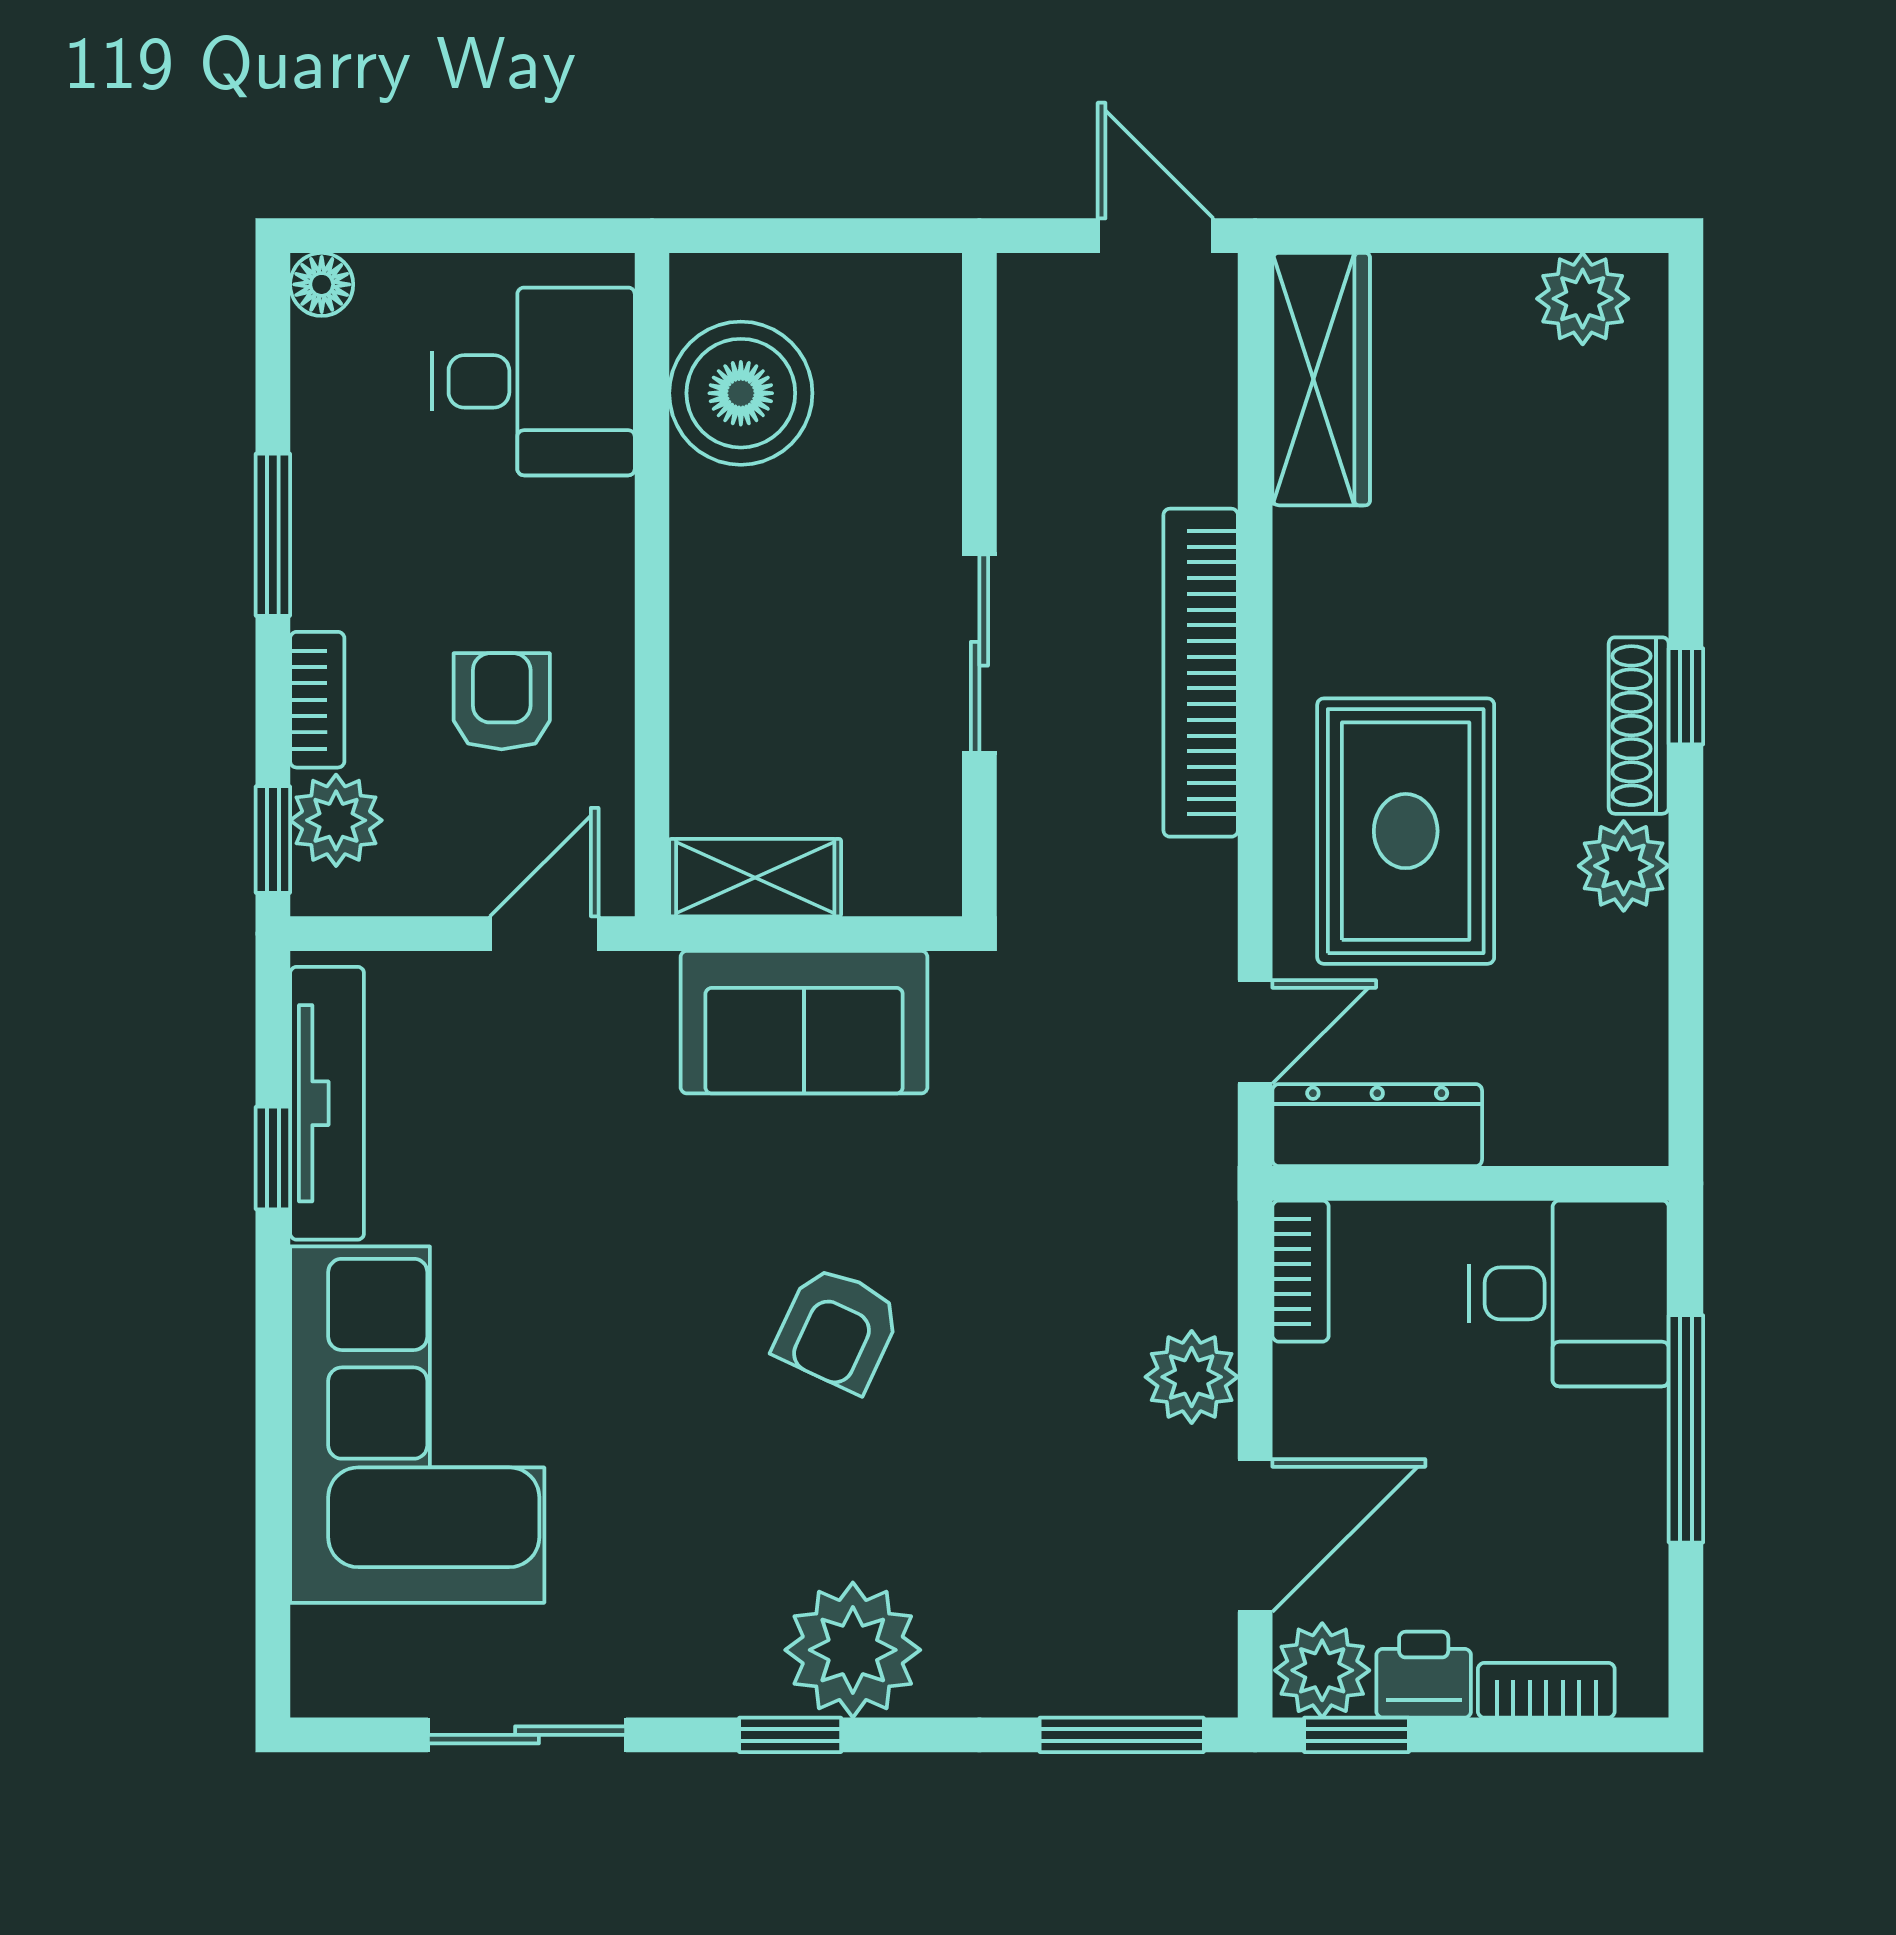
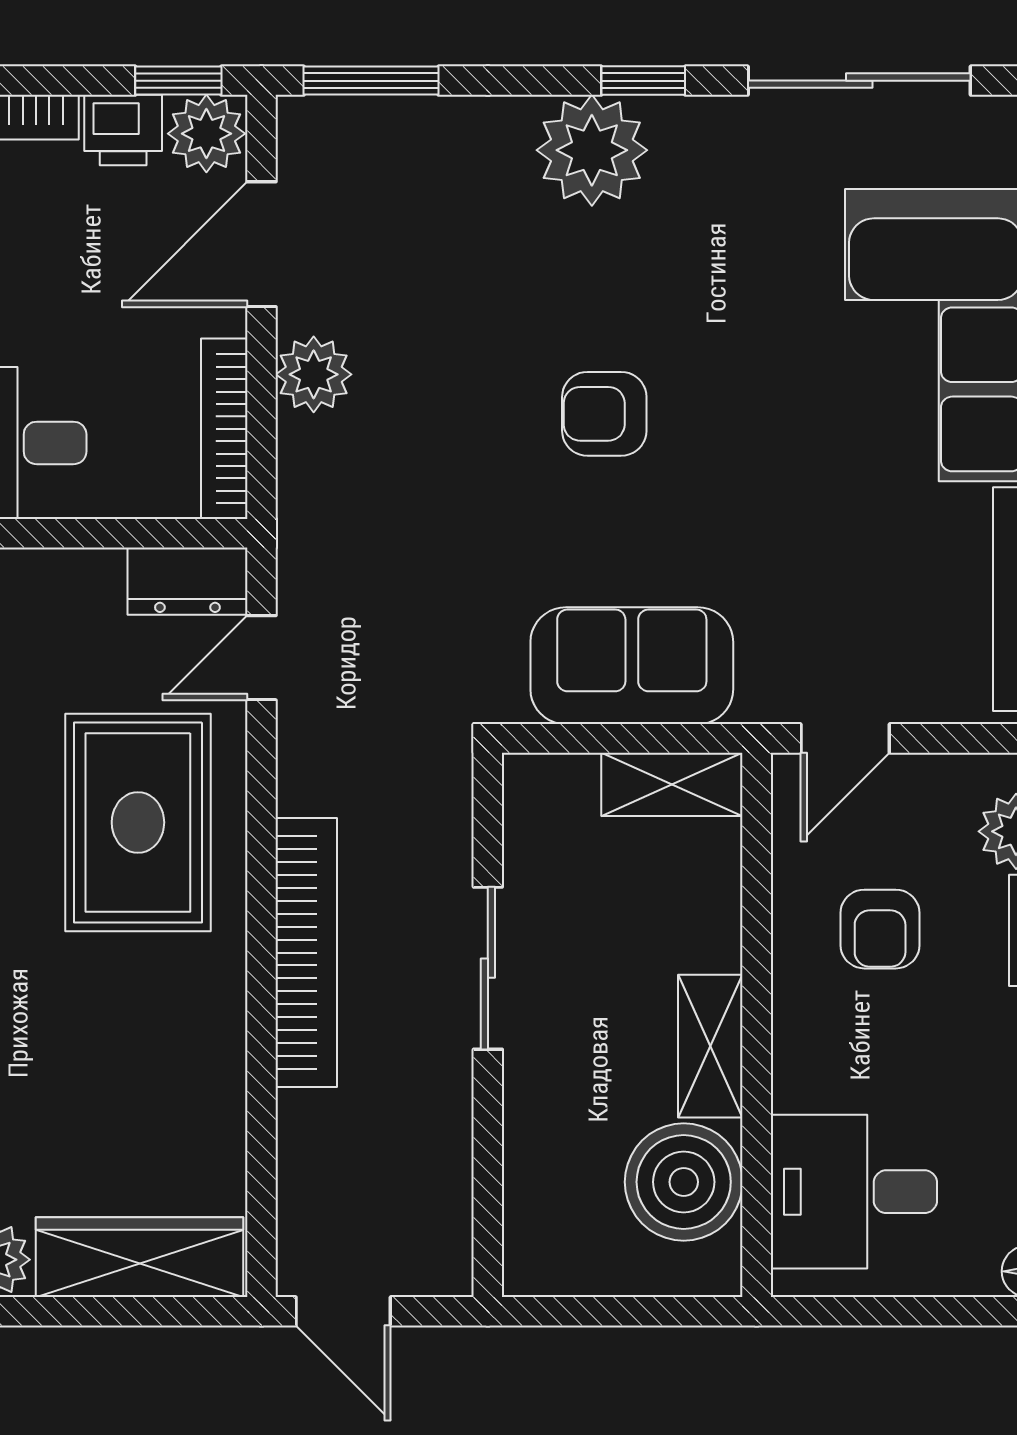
wardrobe: (1321, 379) -> (140, 1257), moved, turned 90
shelving: (708, 559) -> (710, 1046), added
dresser: (1377, 1125) -> (187, 581), width x0.70
bookcase: (1301, 1271) -> (224, 429), width x1.56
armchair: (838, 1329) -> (604, 414), turned -115
sliding door: (527, 1735) -> (859, 81), width x1.37

